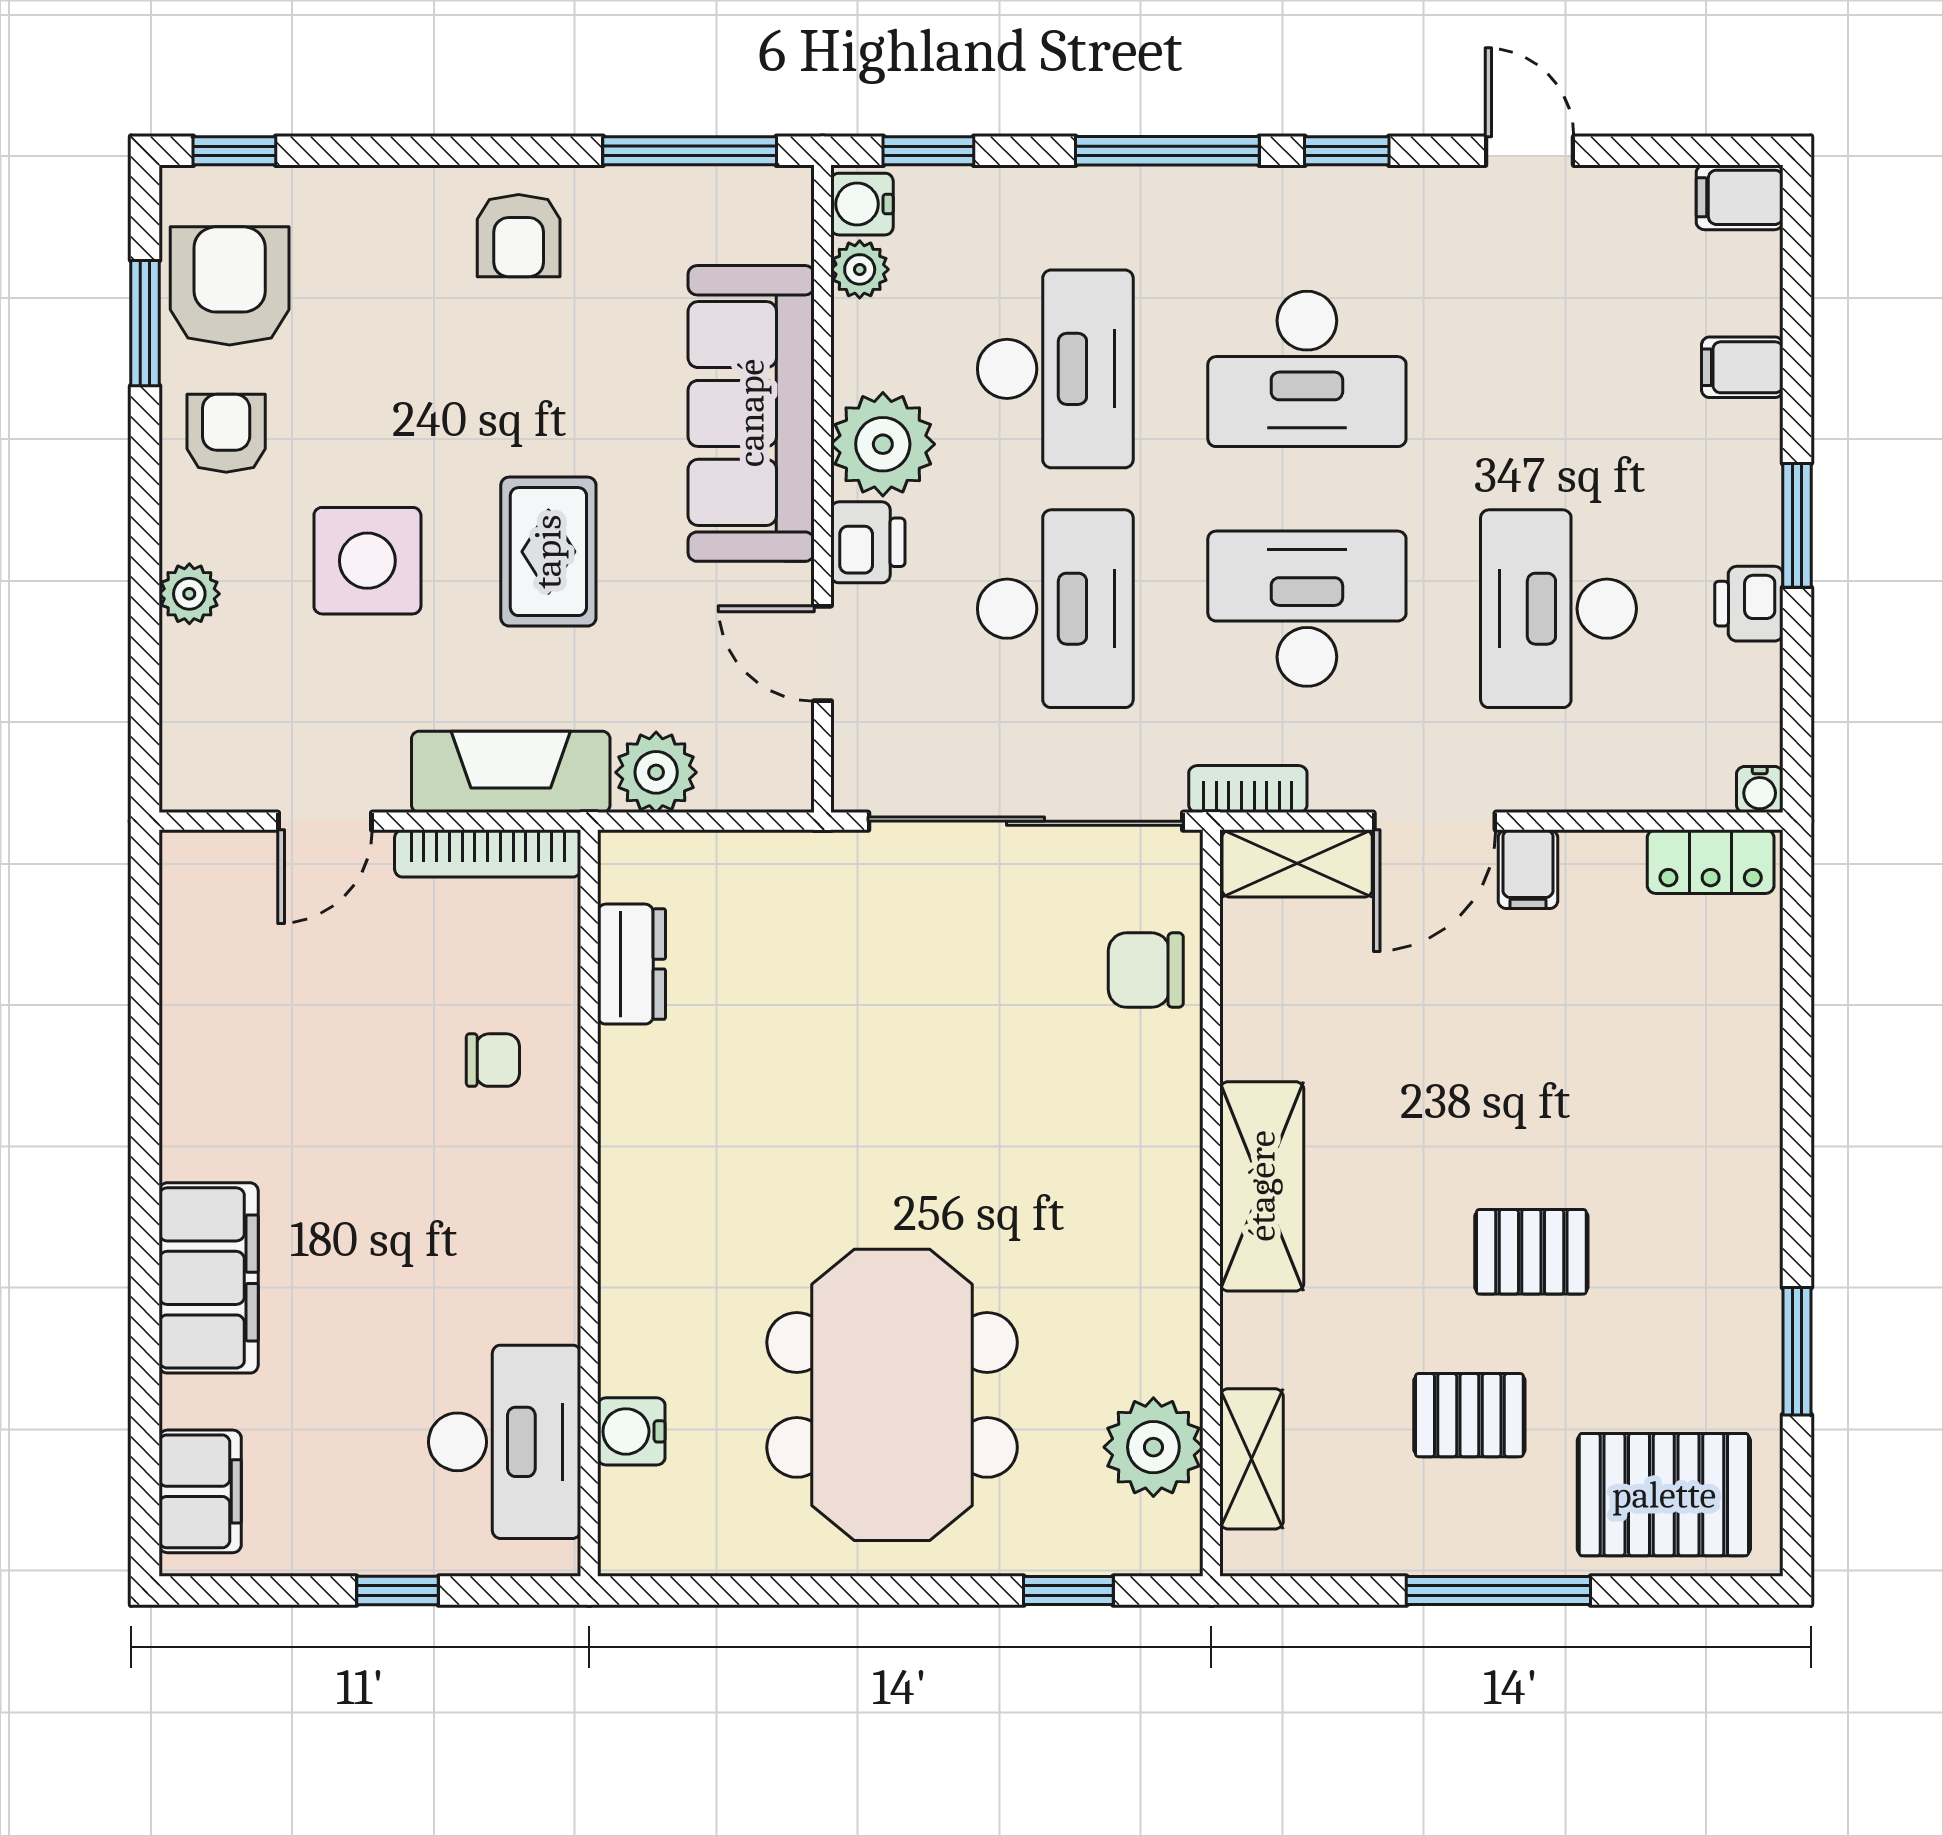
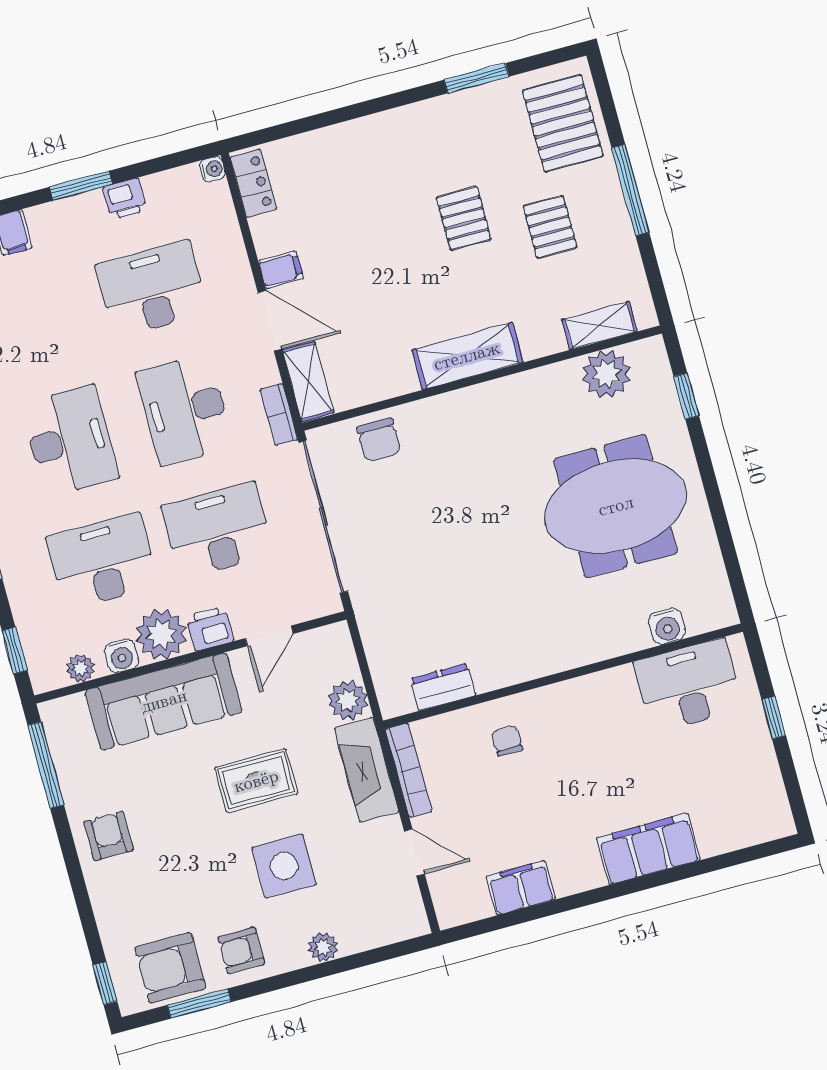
water cooler: (862, 204) -> (121, 656), moved
armchair: (519, 236) -> (109, 836), turned -90
desk: (1559, 609) -> (152, 289), turned 180
filing cabinet: (200, 1491) -> (521, 888), moved

